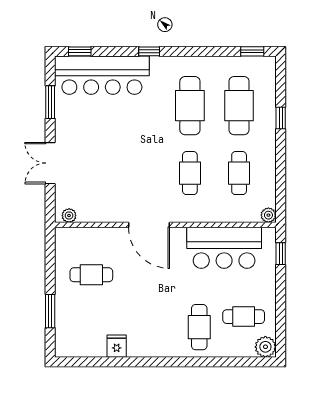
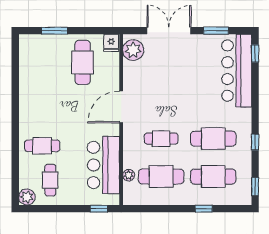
window: (149, 51) -> (255, 142), moved
double door: (50, 163) -> (169, 31), width x1.37
cafe table: (239, 173) -> (161, 177), width x1.37, depth x1.35
plant: (268, 215) -> (129, 175), moved
plant: (69, 216) -> (133, 50), width x1.87, depth x1.87
cafe table: (91, 275) -> (83, 62), width x1.37, depth x1.35
fridge: (117, 346) -> (111, 43), moved, turned 90

